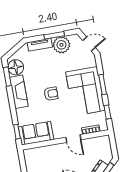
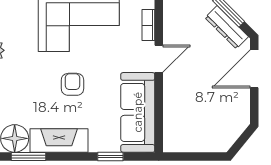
window: (17, 132) -> (110, 156), moved
sofa: (36, 133) -> (138, 112), width x1.36

